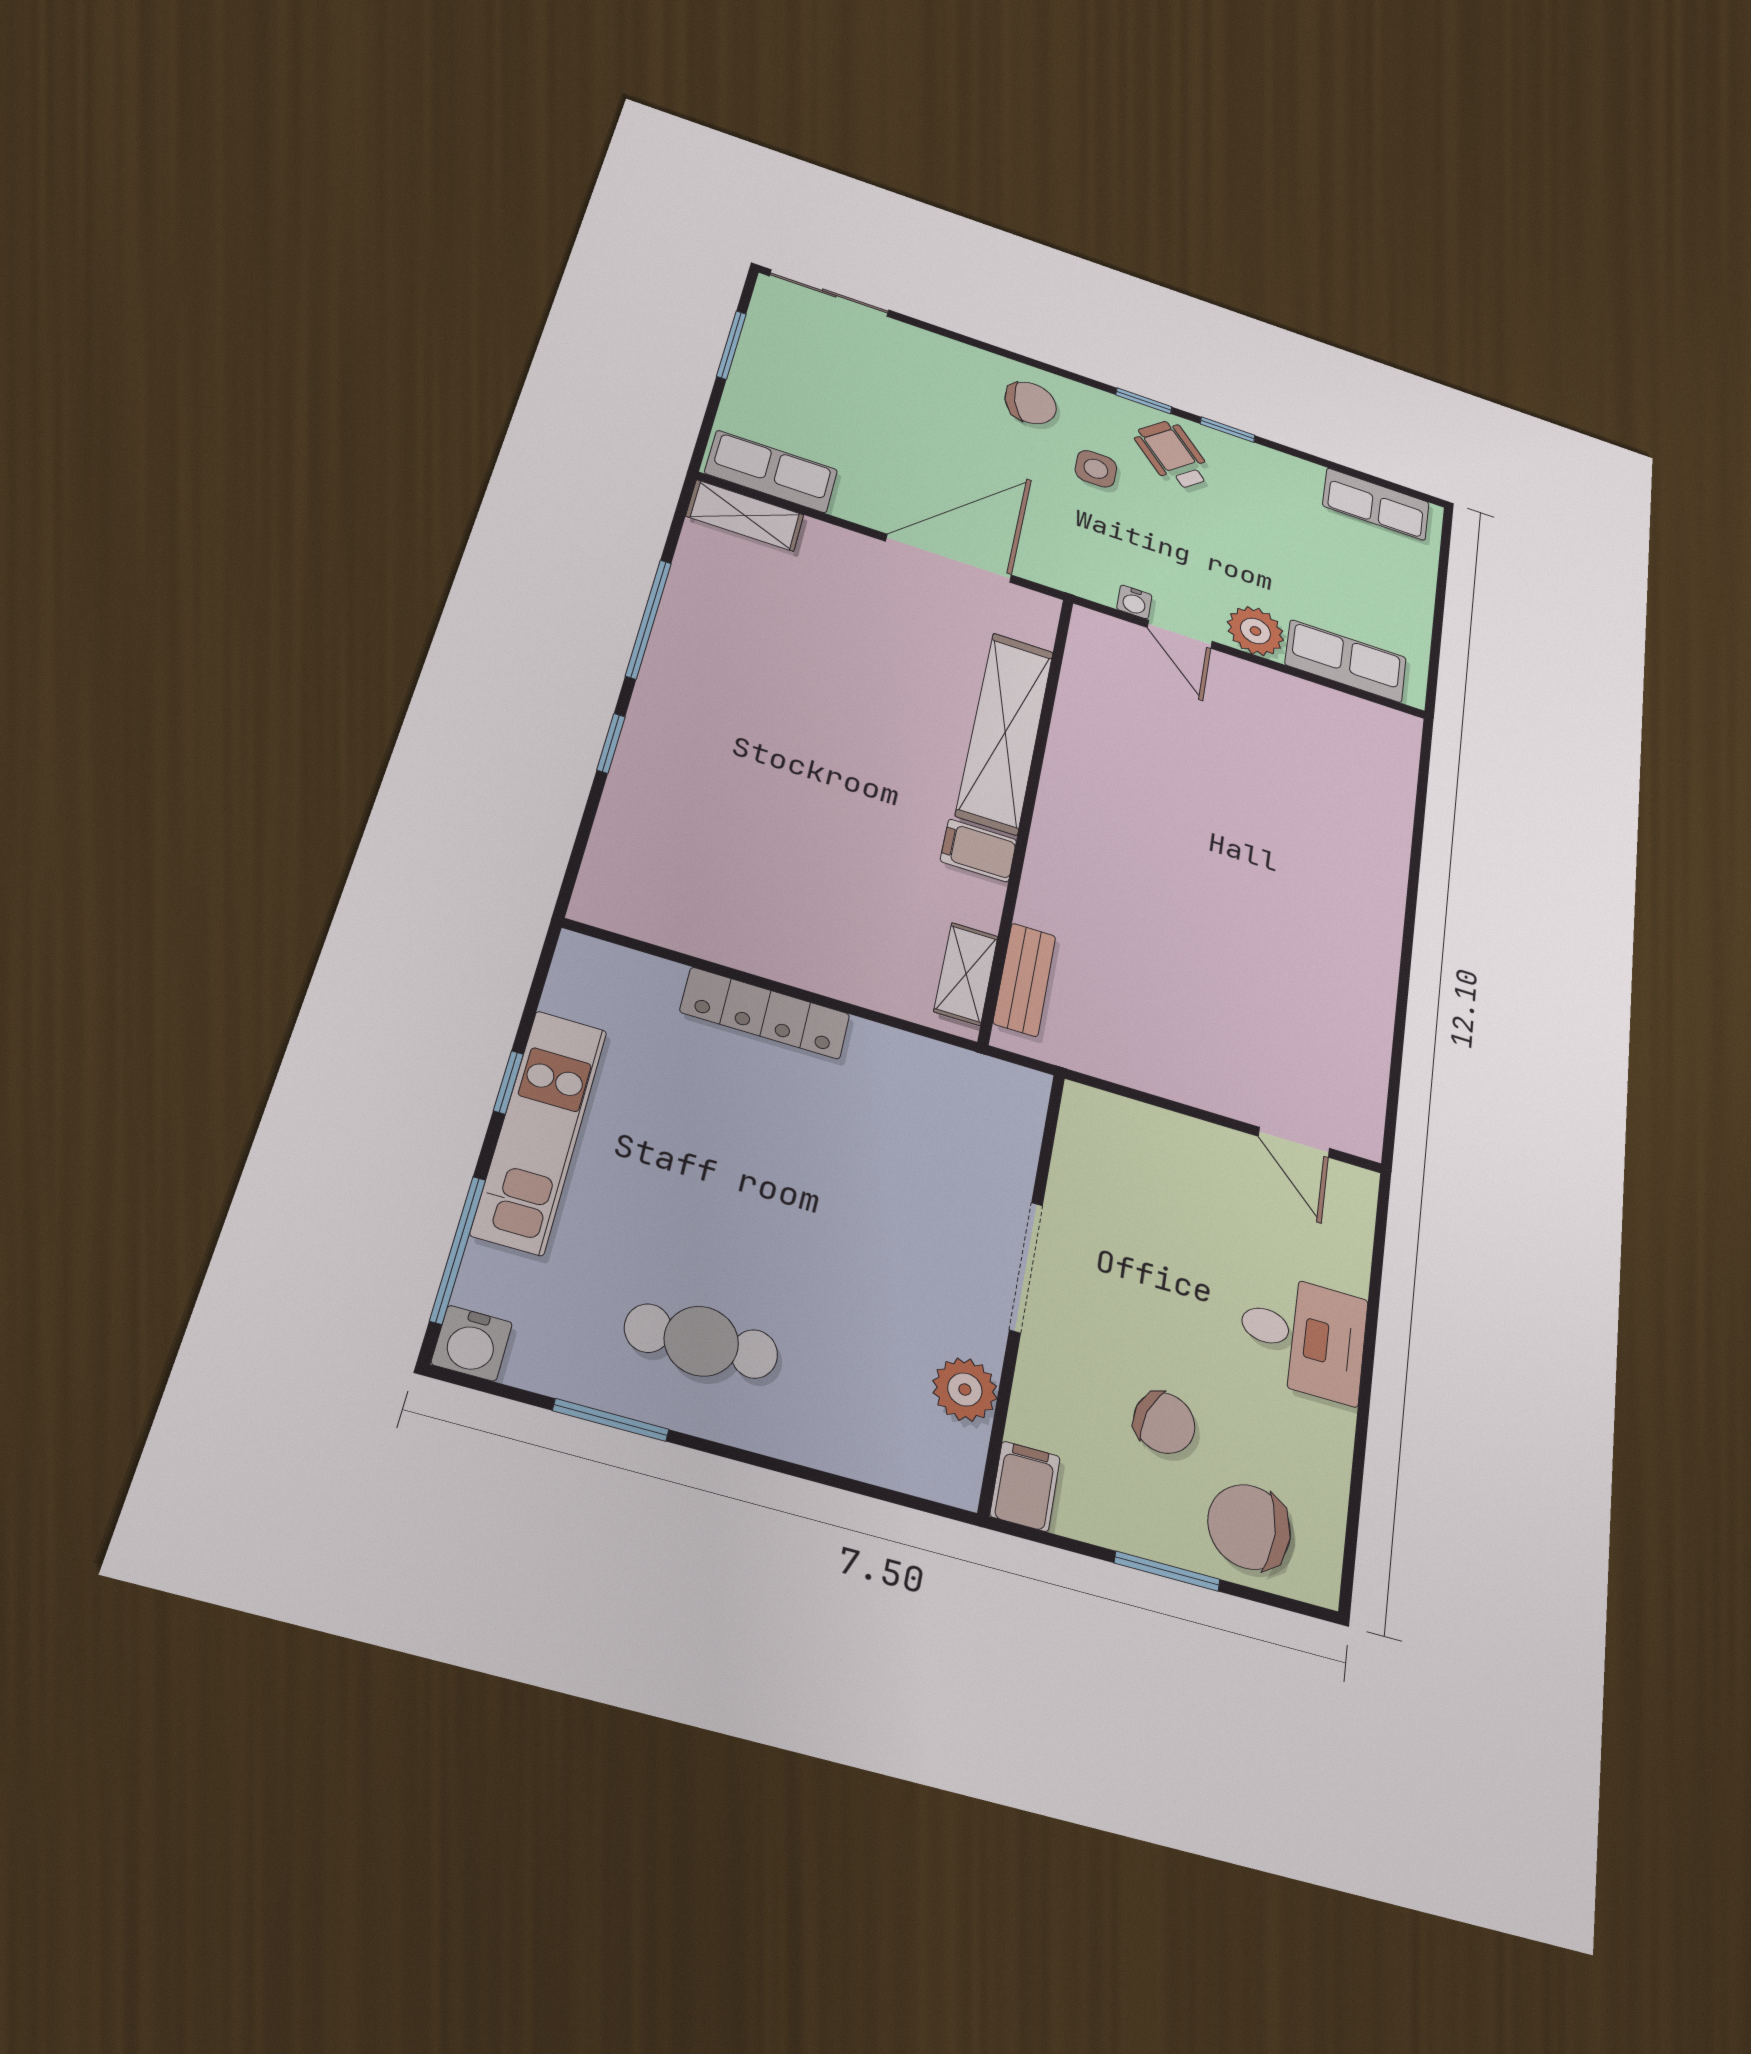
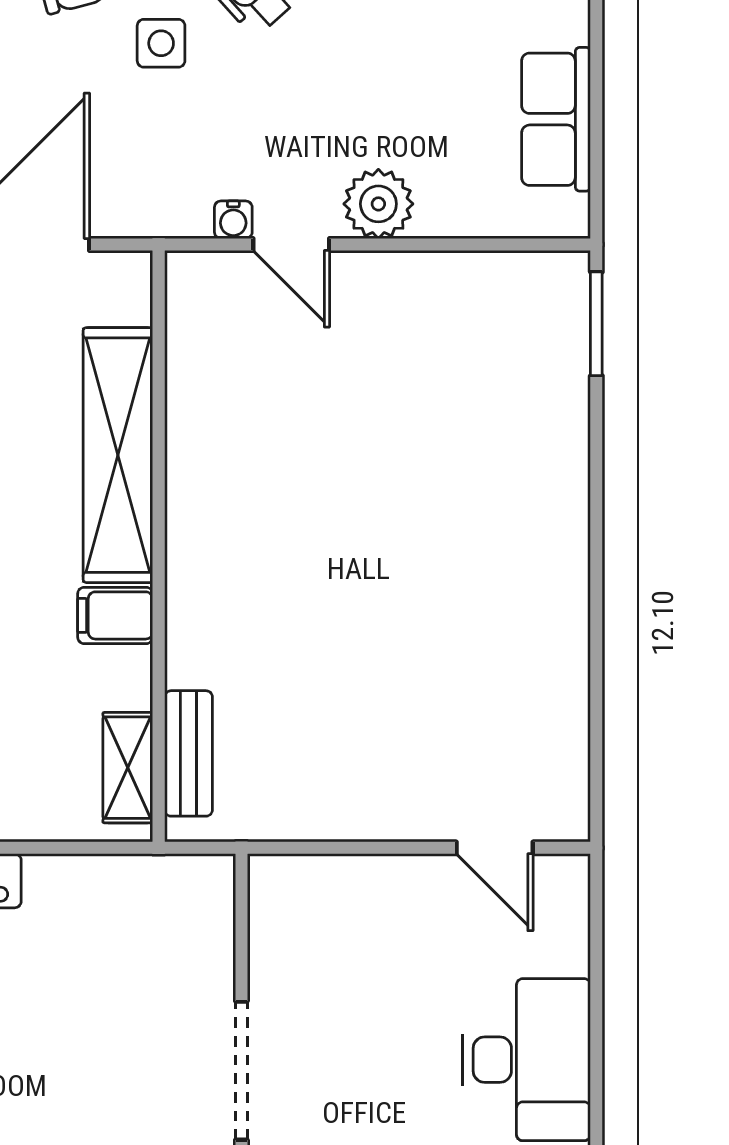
row of seats: (1346, 661) -> (556, 119), moved, turned -90
window: (1424, 770) -> (596, 324), added
desk: (1303, 1336) -> (527, 1060), width x1.37

